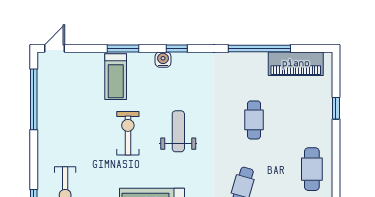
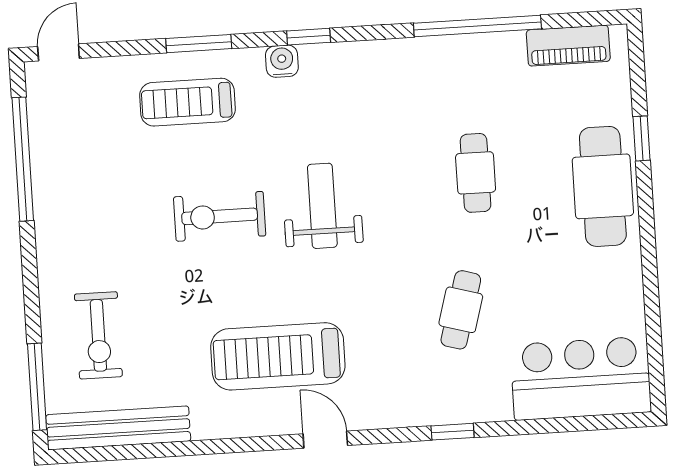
piano: (296, 64) -> (568, 46), width x0.73, depth x0.75
treadmill: (116, 77) -> (187, 102), turned 90
exercise bike: (128, 133) -> (220, 216), turned -90
cafe table: (312, 169) -> (603, 186), moved, width x1.37, depth x1.35

